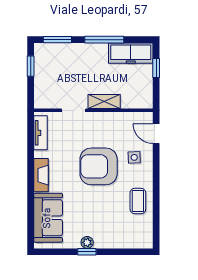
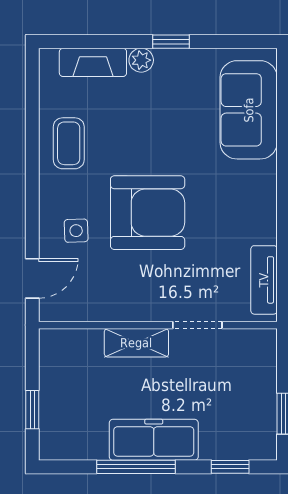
window: (57, 40) -> (230, 467), width x0.67
freezer: (131, 53) -> (154, 440), moved
door: (156, 134) -> (32, 278), hinge flipped
fireplace: (41, 175) -> (93, 62), moved, turned -90
plant: (87, 242) -> (141, 60), moved

